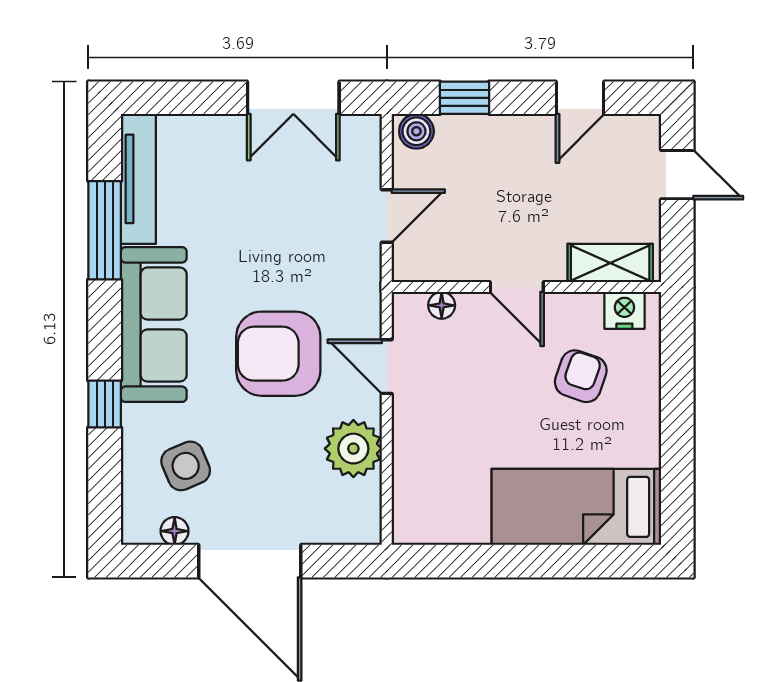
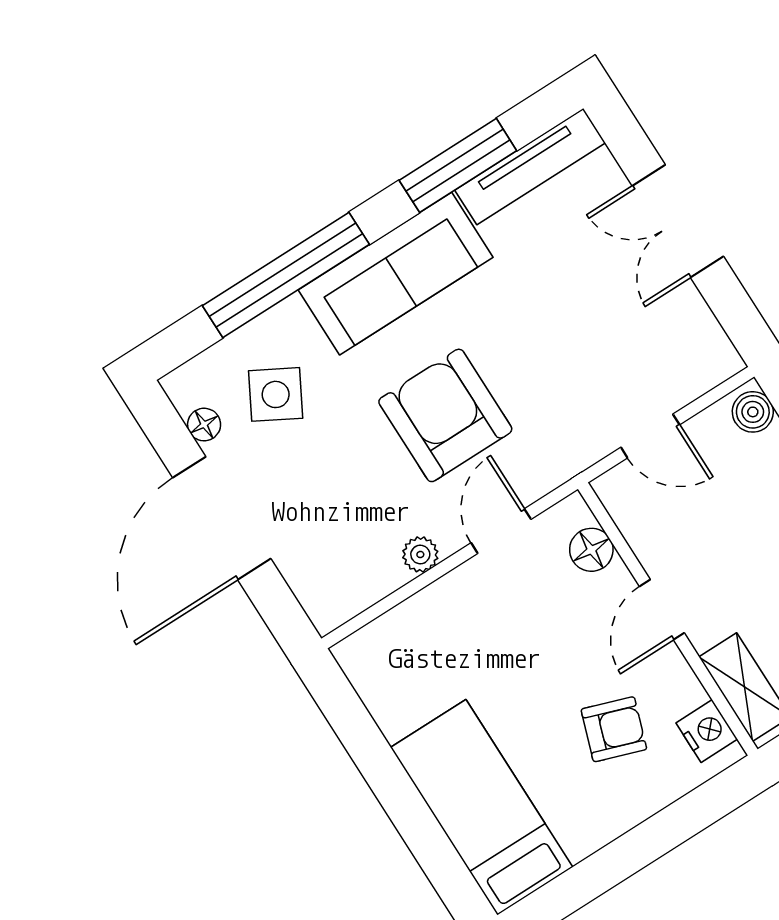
double door: (293, 98) -> (678, 221), moved
floor lamp: (442, 305) -> (591, 550), width x1.37, depth x1.37
window: (105, 404) -> (286, 275), width x3.17
plant: (353, 449) -> (420, 554), width x0.53, depth x0.53
side table: (186, 466) -> (276, 394), turned -38

